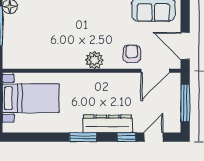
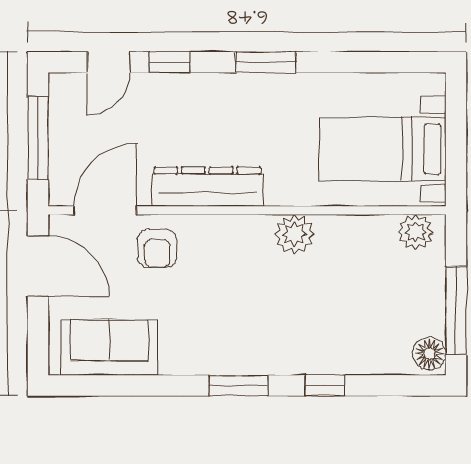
plant: (94, 60) -> (294, 234), moved
plant: (16, 61) -> (416, 232), added
dresser: (107, 124) -> (207, 187), moved, turned 180

